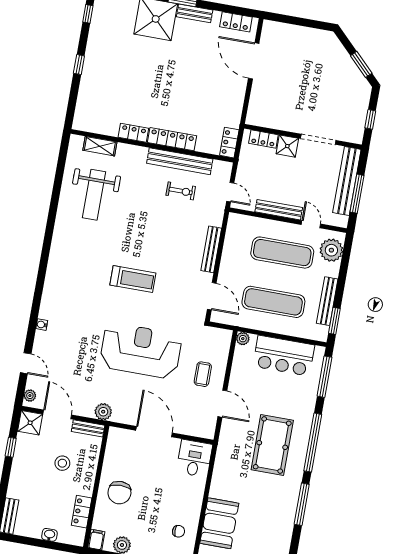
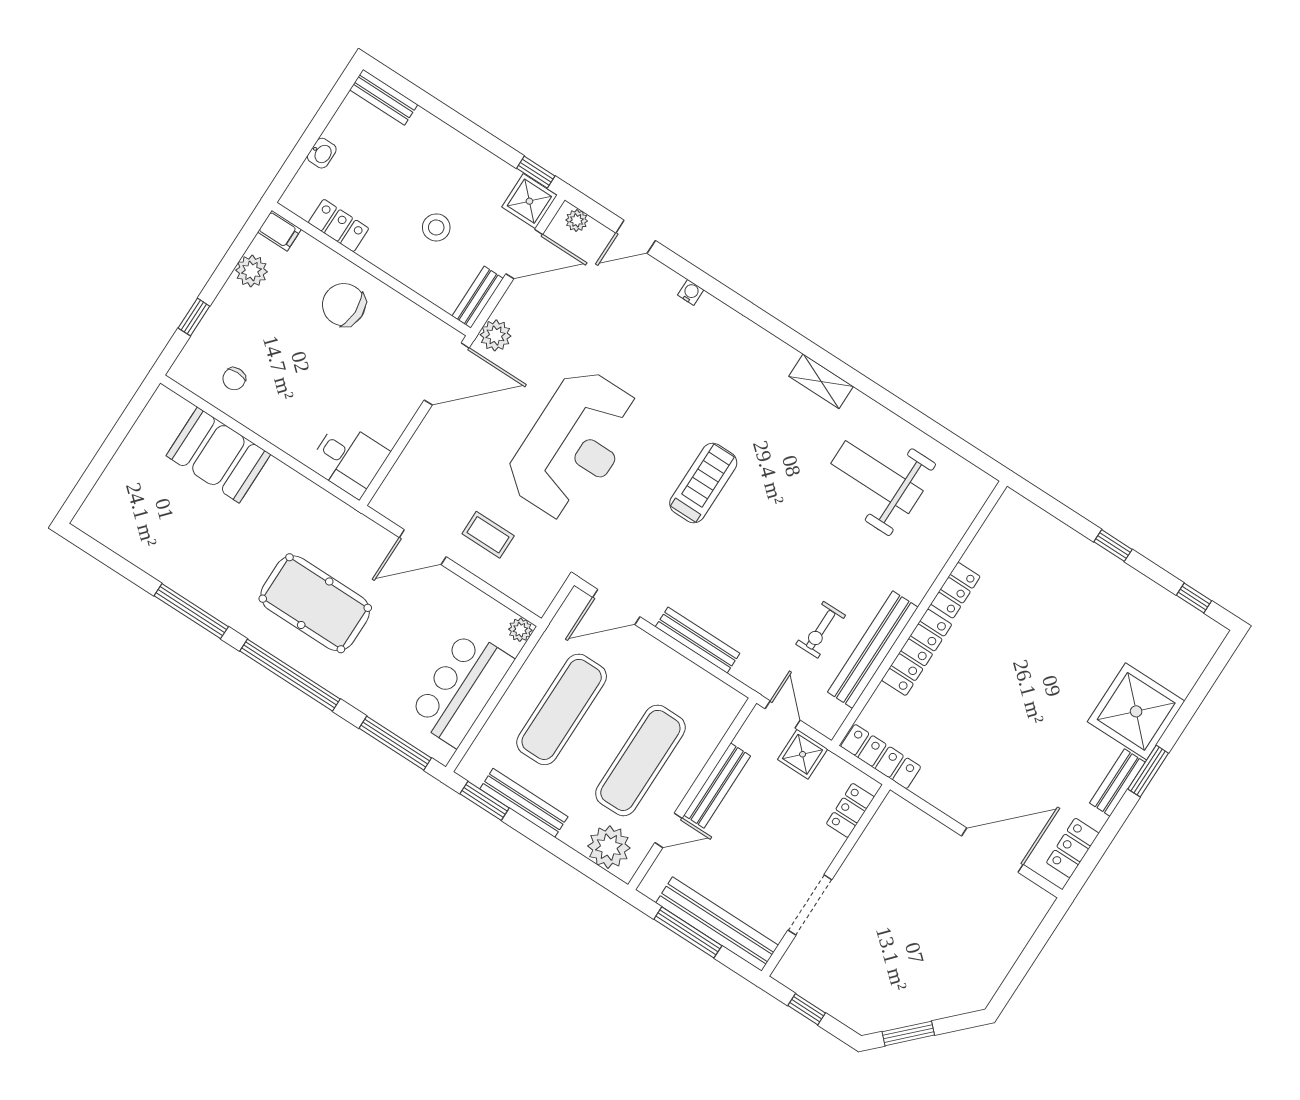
locker: (229, 143) -> (881, 757), width x1.53
shelving: (100, 146) -> (821, 381), moved, turned 90
shower: (287, 146) -> (803, 754), moved
door: (230, 192) -> (783, 714), swing flipped
treadmill: (133, 279) -> (703, 483), turned 180
door: (154, 432) -> (447, 374), moved
window: (11, 447) -> (536, 172), moved

